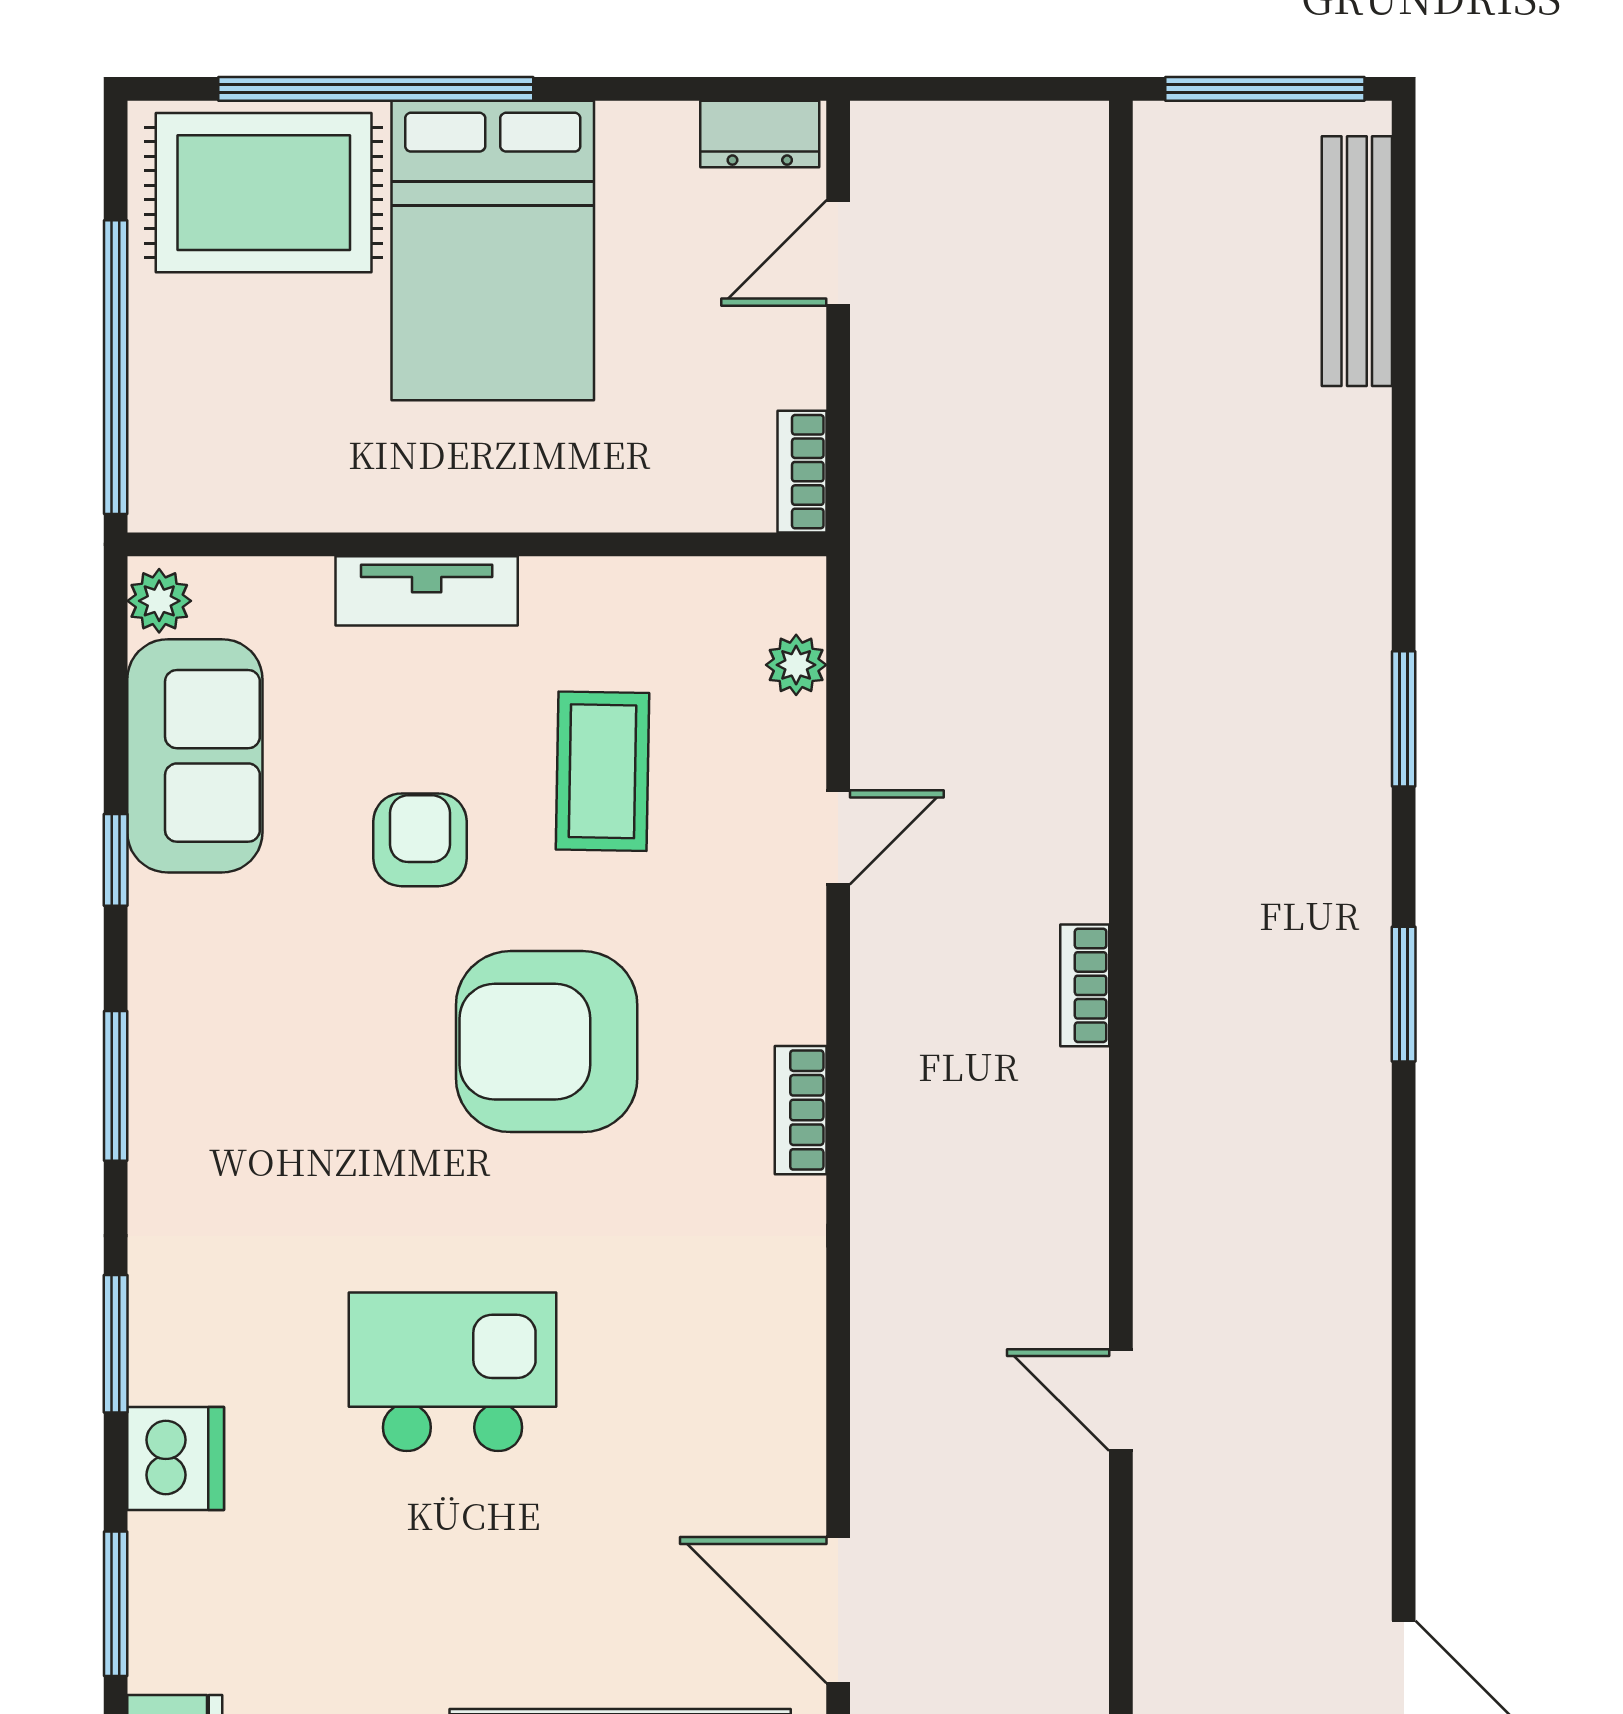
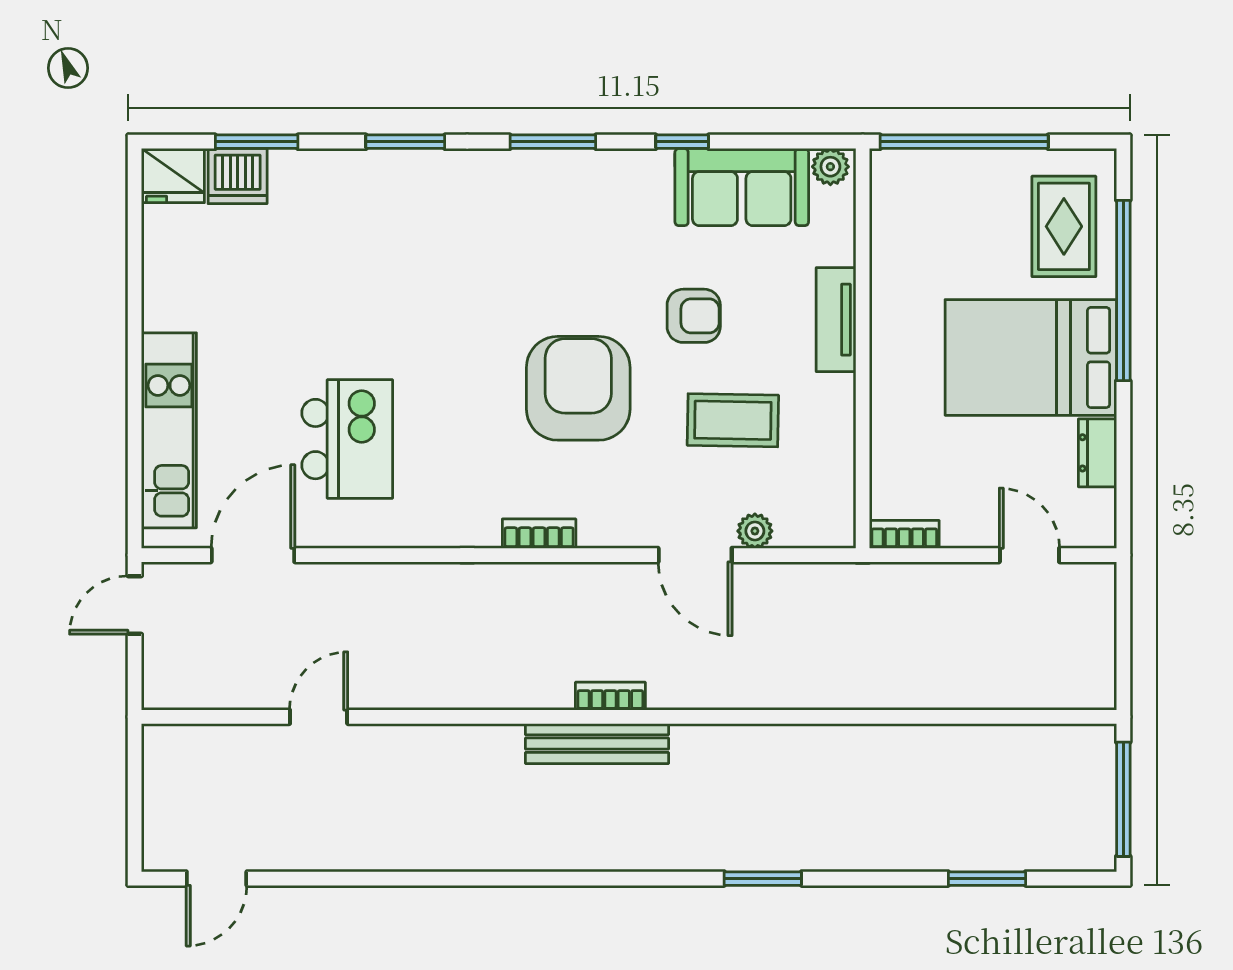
dresser: (760, 134) -> (1097, 453), moved
rug: (264, 193) -> (1064, 226), width x0.73, depth x0.70
bench: (1357, 261) -> (597, 744), moved
plant: (796, 665) -> (755, 531), moved
door: (838, 837) -> (695, 555), width x1.38
window: (1404, 994) -> (987, 879), moved
kitchen island: (453, 1372) -> (347, 439), moved
door: (1121, 1400) -> (319, 717), moved
dishwasher: (176, 1458) -> (238, 176), moved

